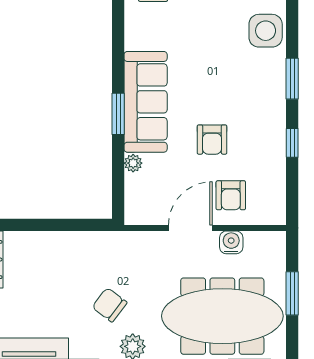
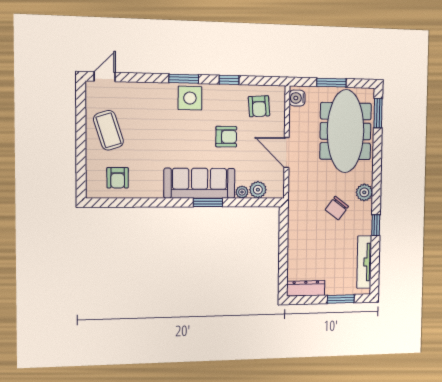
side table: (266, 31) -> (190, 98), moved
plant: (137, 186) -> (258, 190), added
armchair: (231, 195) -> (259, 106), moved, turned 86
water cooler: (231, 242) -> (297, 98), moved

